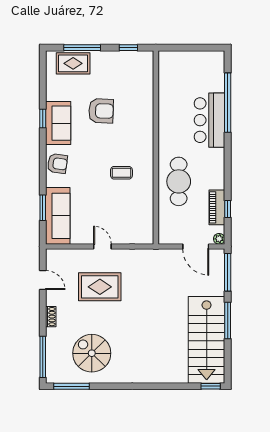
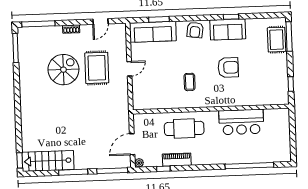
window: (82, 48) -> (289, 36), moved
armchair: (101, 111) -> (228, 67), moved, turned -92
bar counter: (209, 120) -> (241, 122), moved, turned 180
piano: (217, 207) -> (177, 160), moved
stairs: (207, 340) -> (48, 161), width x0.73, depth x0.66
spiral stairs: (92, 353) -> (63, 70), moved

